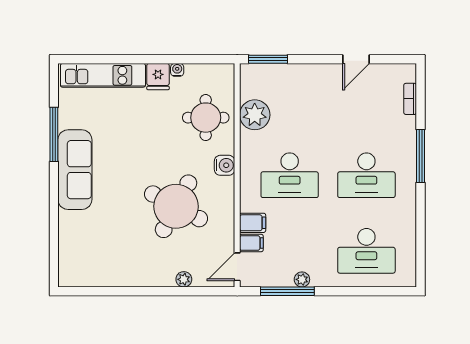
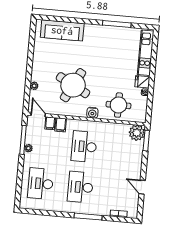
plant: (255, 115) -> (137, 133), moved
sofa: (75, 170) -> (62, 30), moved

